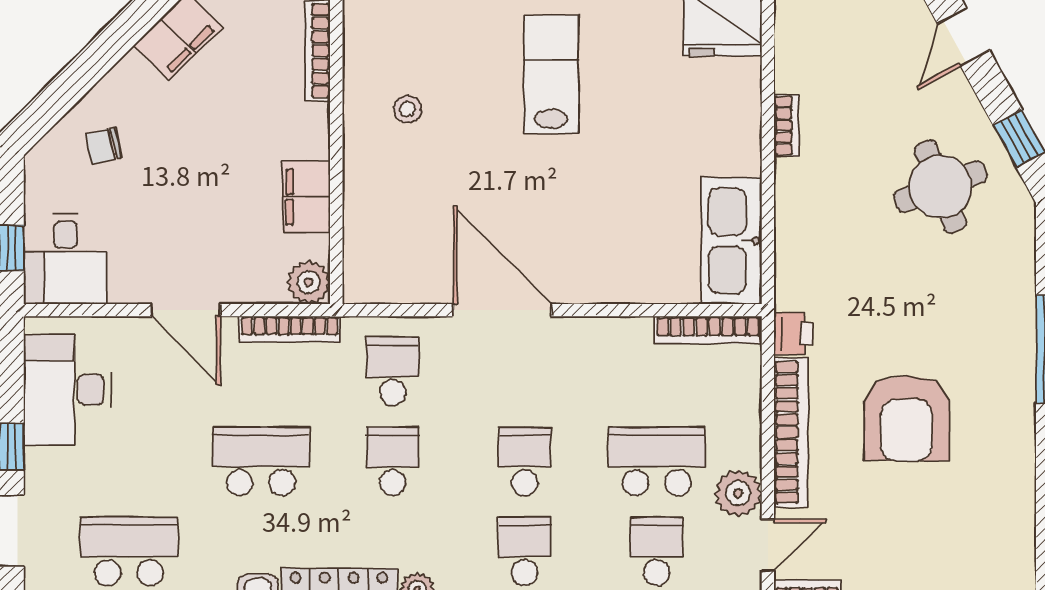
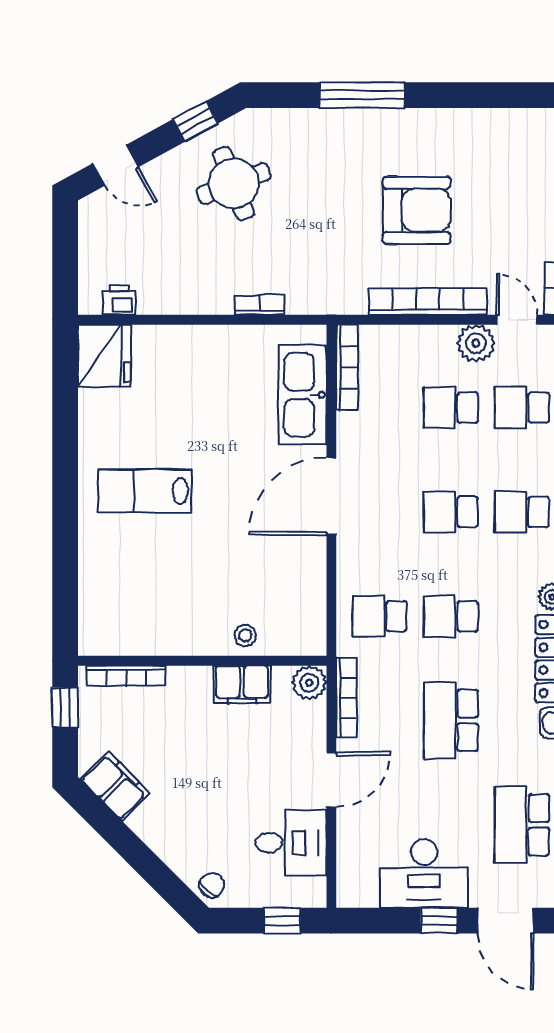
stool: (408, 109) -> (245, 636), moved
bookcase: (787, 126) -> (260, 305), moved
chair: (103, 146) -> (212, 885), moved, turned -128
kitchen sink: (732, 241) -> (303, 395), moved, turned 90
desk: (65, 259) -> (291, 843), moved
door: (502, 310) -> (331, 496), moved
printer: (793, 334) -> (119, 300), moved
desk: (67, 390) -> (424, 873), moved
school desk: (657, 461) -> (451, 408), width x0.54

